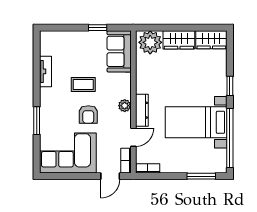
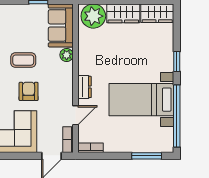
plant: (125, 106) -> (67, 55), moved
dresser: (142, 110) -> (84, 87), width x0.70
armchair: (88, 114) -> (29, 91), turned 180

